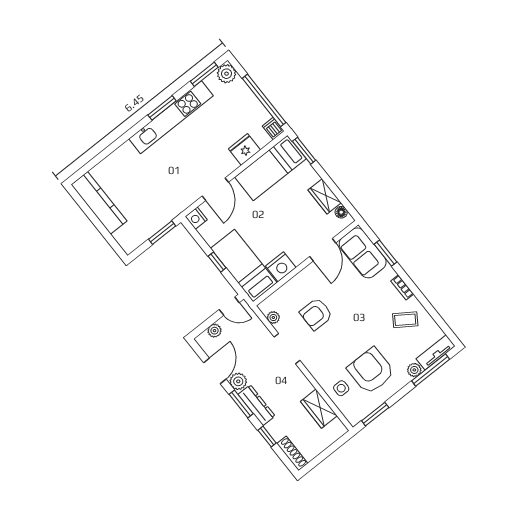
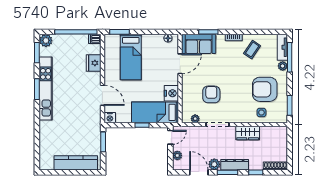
bed: (270, 168) -> (131, 57), moved
wardrobe: (325, 196) -> (152, 40), removed
kitchen counter: (99, 203) -> (76, 163), moved
door: (323, 250) -> (180, 64), hinge flipped
armchair: (316, 314) -> (211, 94), turned 180
wardrobe: (319, 409) -> (248, 133), moved

